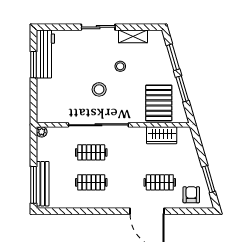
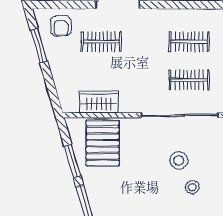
stool: (120, 66) -> (192, 187), moved

